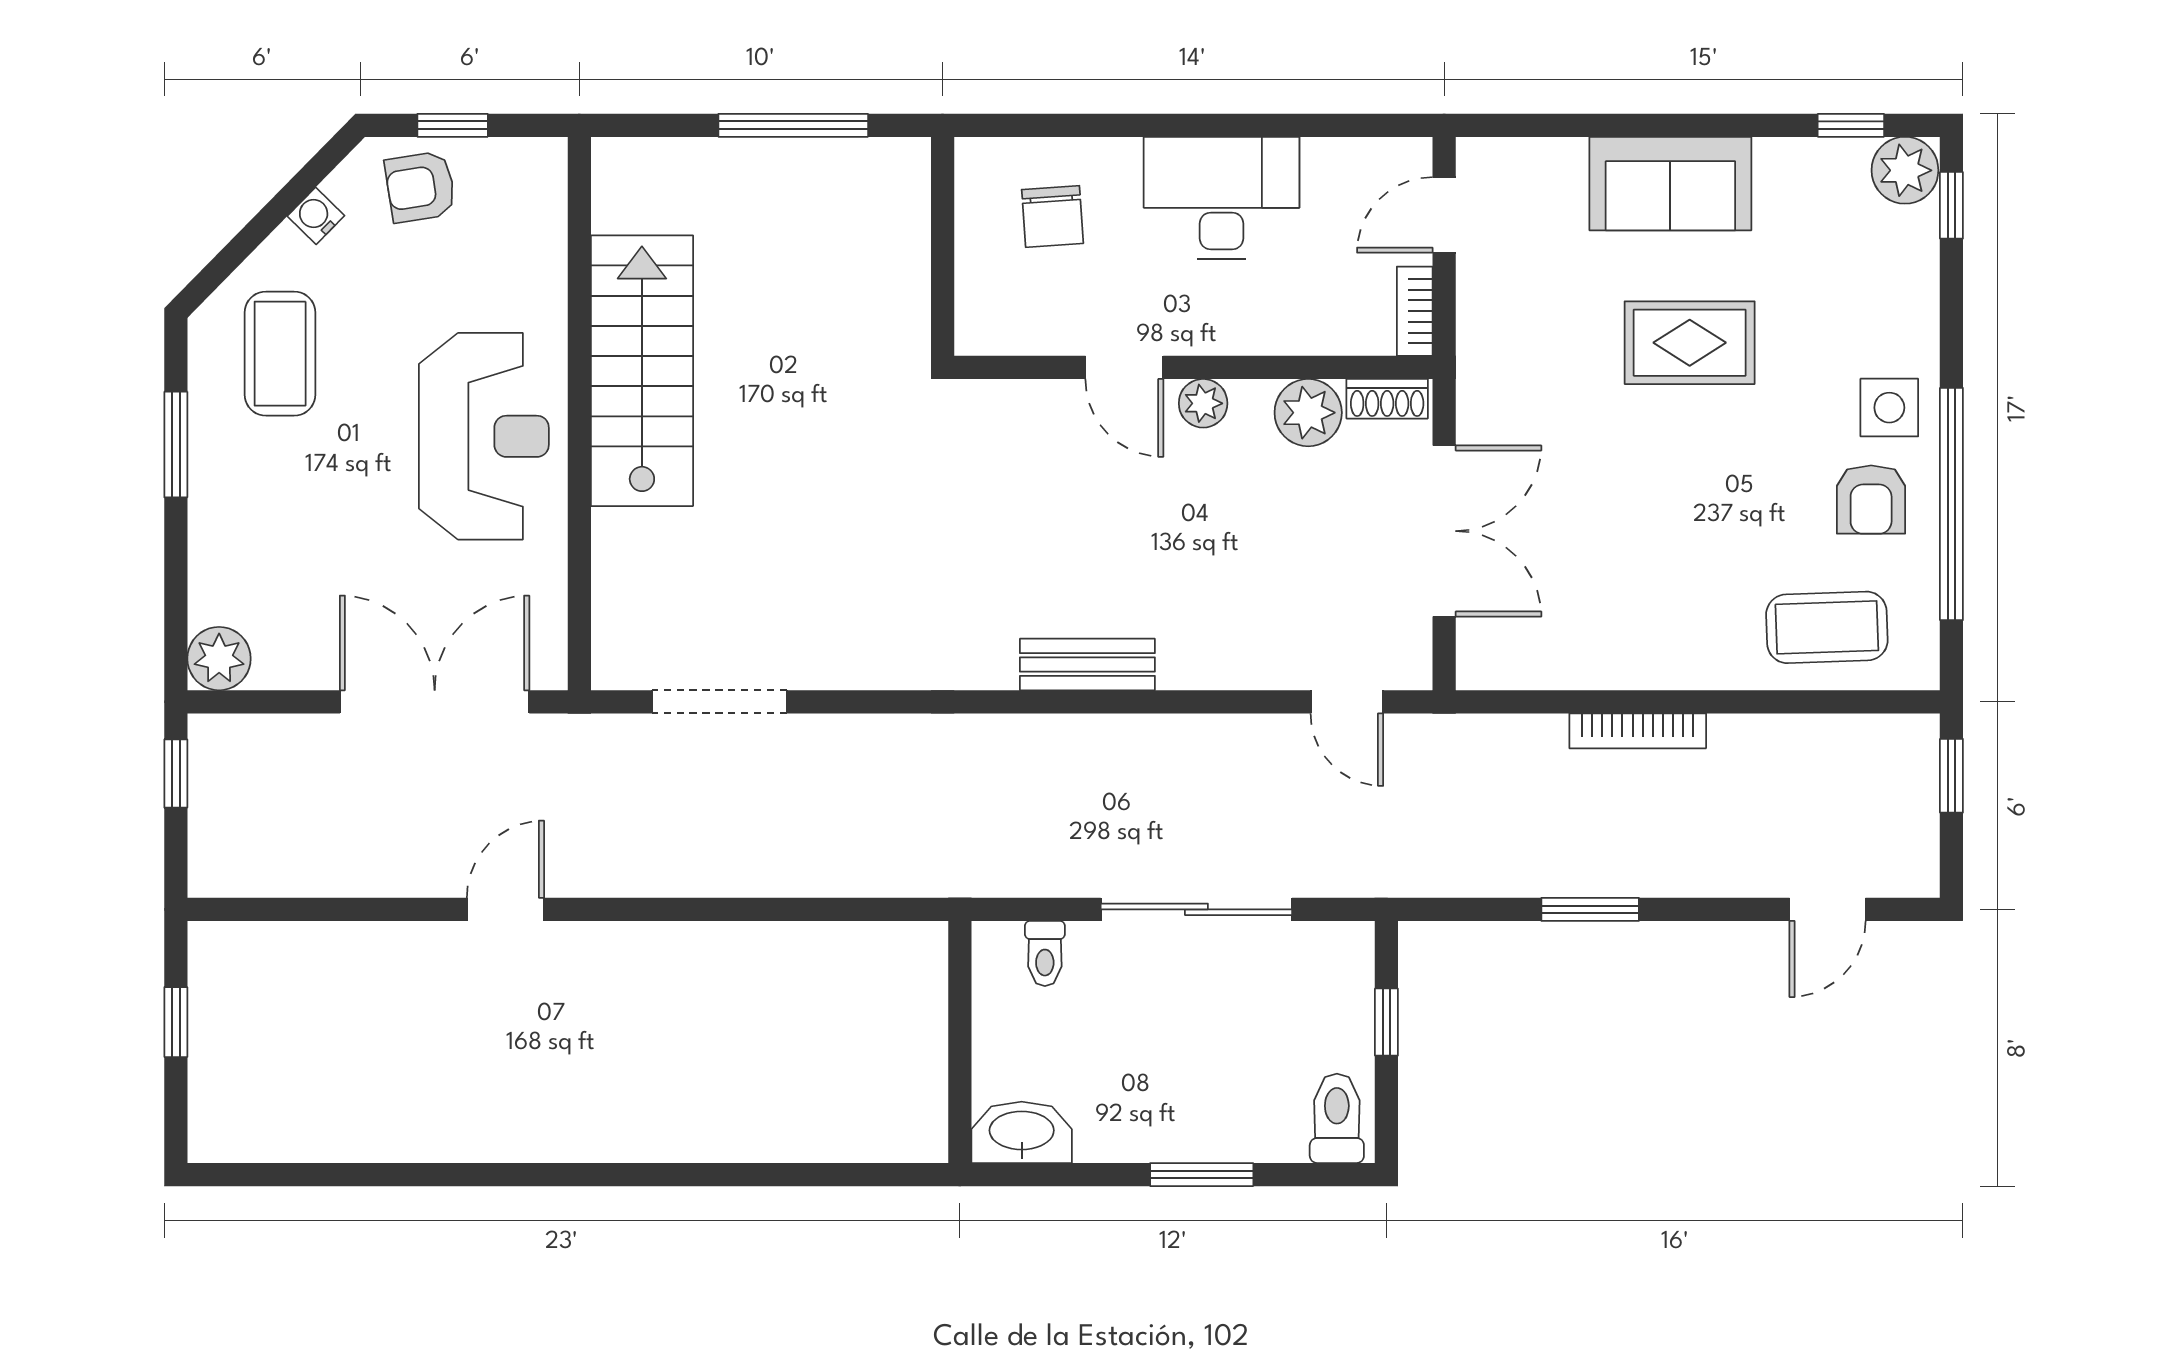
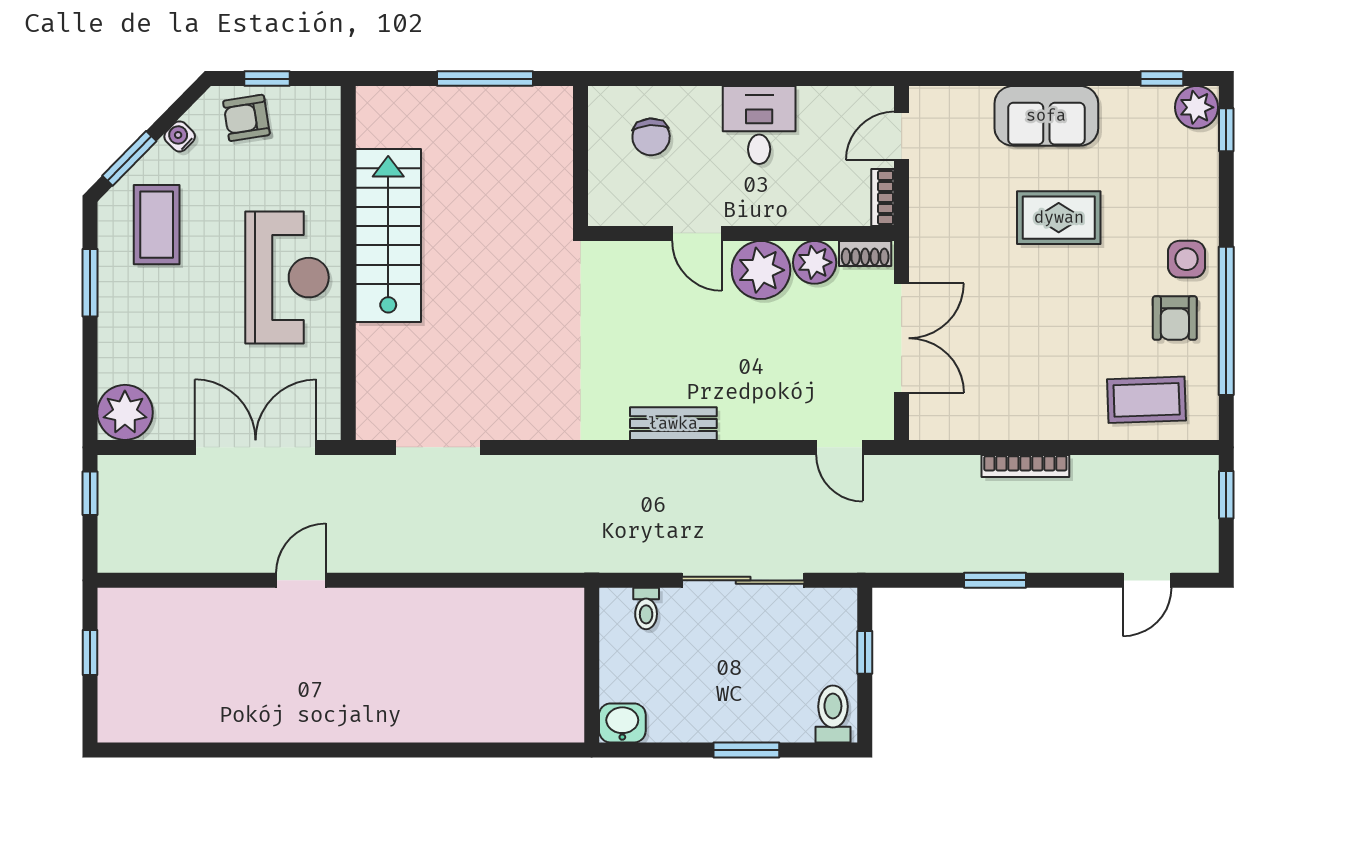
desk: (1221, 198) -> (759, 125), width x0.73
window: (237, 250) -> (129, 158), added
plant: (1203, 403) -> (761, 270), width x1.88, depth x1.88
plant: (219, 659) -> (125, 412), width x1.36, depth x1.36
washbasin: (1022, 1132) -> (622, 723), width x0.72

